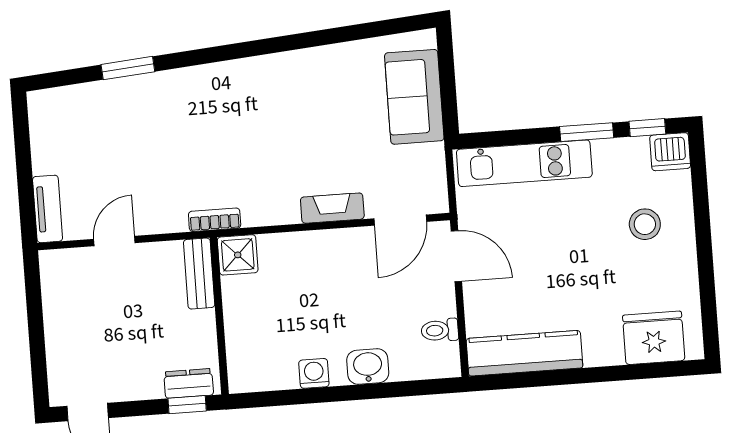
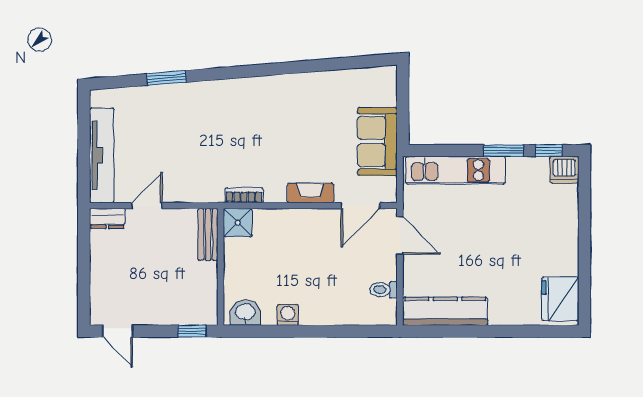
sofa: (414, 97) -> (377, 141), moved
tv unit: (48, 209) -> (102, 155), width x1.92, depth x1.29
bookcase: (215, 220) -> (244, 195), moved
stool: (645, 224) -> (542, 222), removed
fridge: (654, 338) -> (560, 299), moved, turned -90
washbasin: (368, 367) -> (245, 313), moved
dresser: (189, 383) -> (107, 218), moved, turned 180

